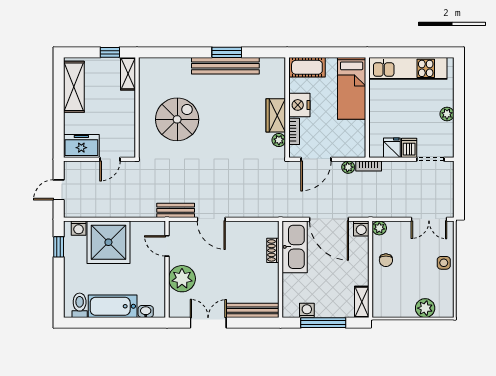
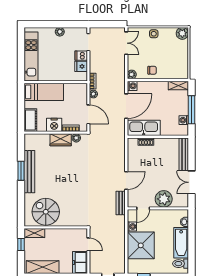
spiral stairs: (177, 119) -> (46, 212), moved
washing machine: (79, 228) -> (132, 227), moved
plant: (425, 308) -> (182, 33), moved

